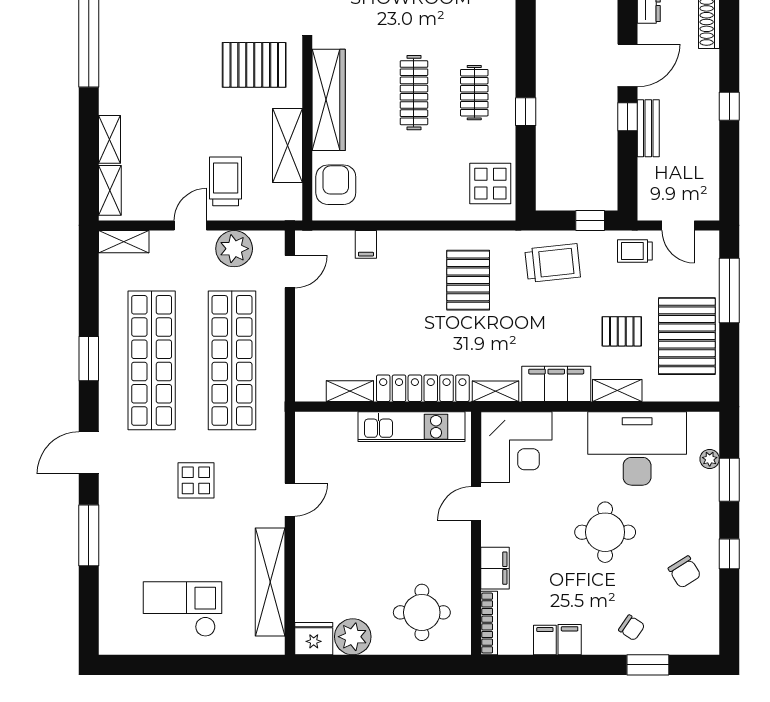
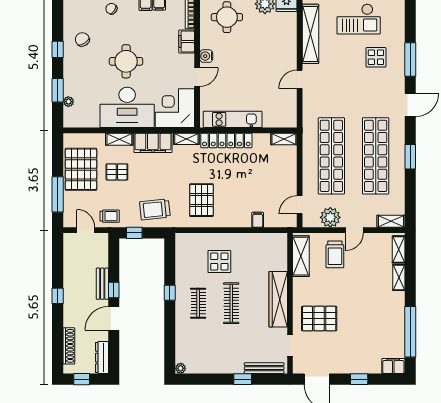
shelving: (287, 145) -> (301, 256), moved
display table: (490, 184) -> (219, 262), moved
armchair: (336, 185) -> (274, 253), removed
shelving: (350, 391) -> (284, 139), moved
desk: (637, 448) -> (127, 107), moved
display table: (196, 480) -> (376, 57), moved
water cooler: (459, 542) -> (206, 56), added

